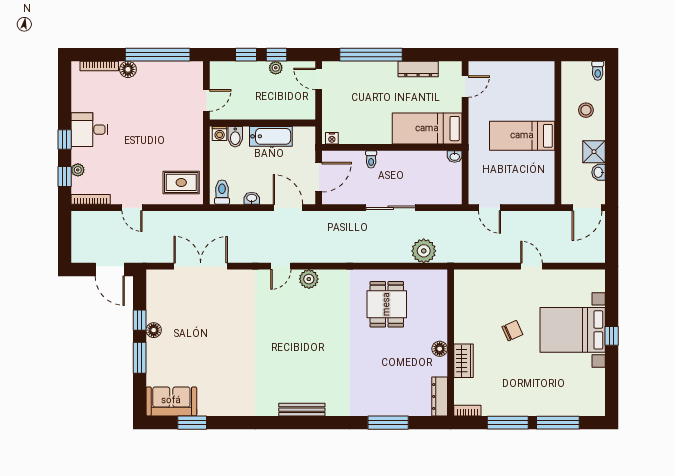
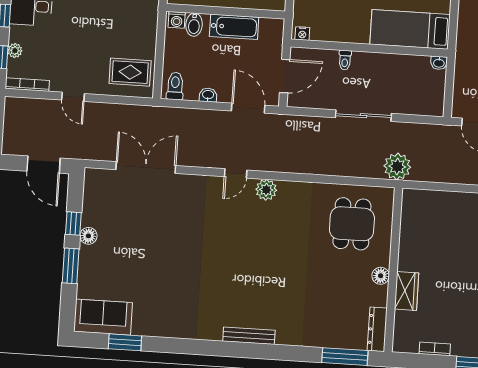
wall: (451, 343) -> (393, 270), moved
floor lamp: (440, 349) -> (381, 276), moved
wardrobe: (464, 361) -> (407, 291), moved
dresser: (440, 396) -> (377, 329), moved

